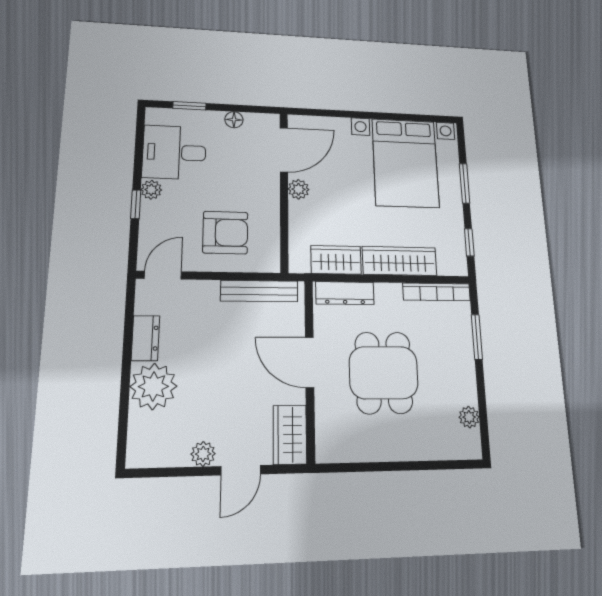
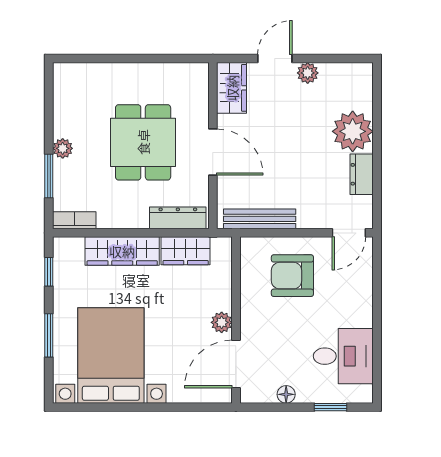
plant: (151, 190) -> (363, 317), removed
window: (136, 204) -> (377, 301), removed
bookcase: (437, 292) -> (74, 220), width x0.64
plant: (469, 417) -> (63, 148), moved

